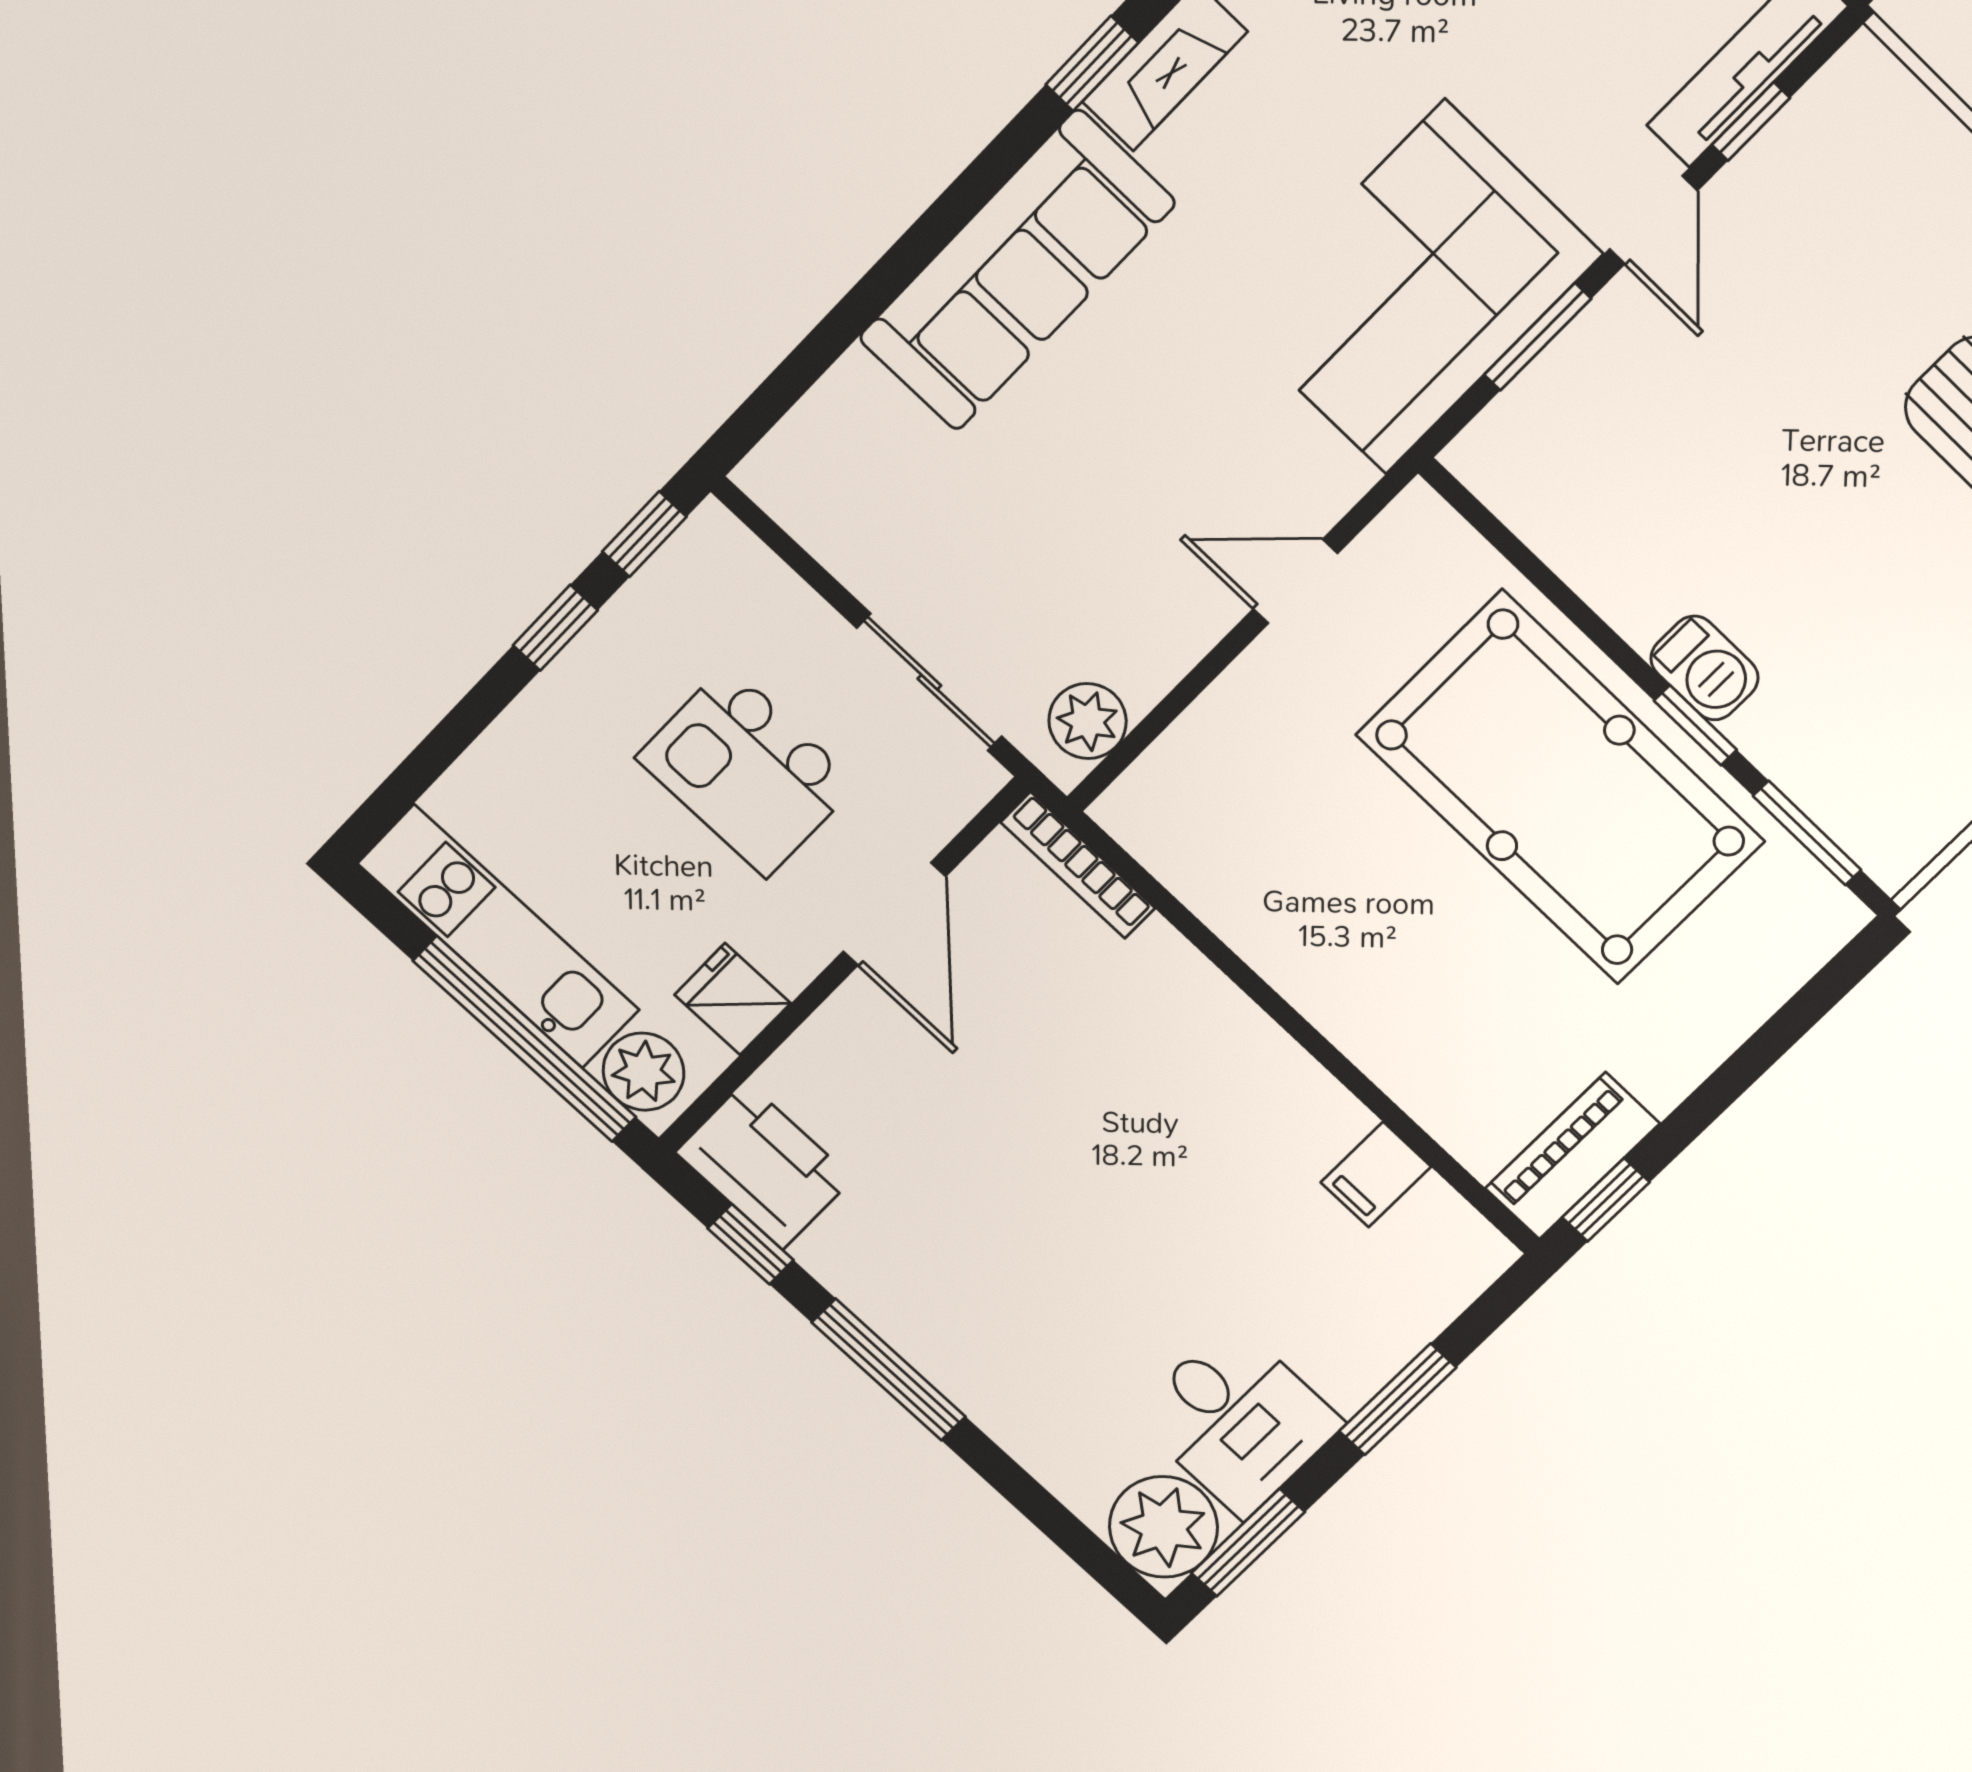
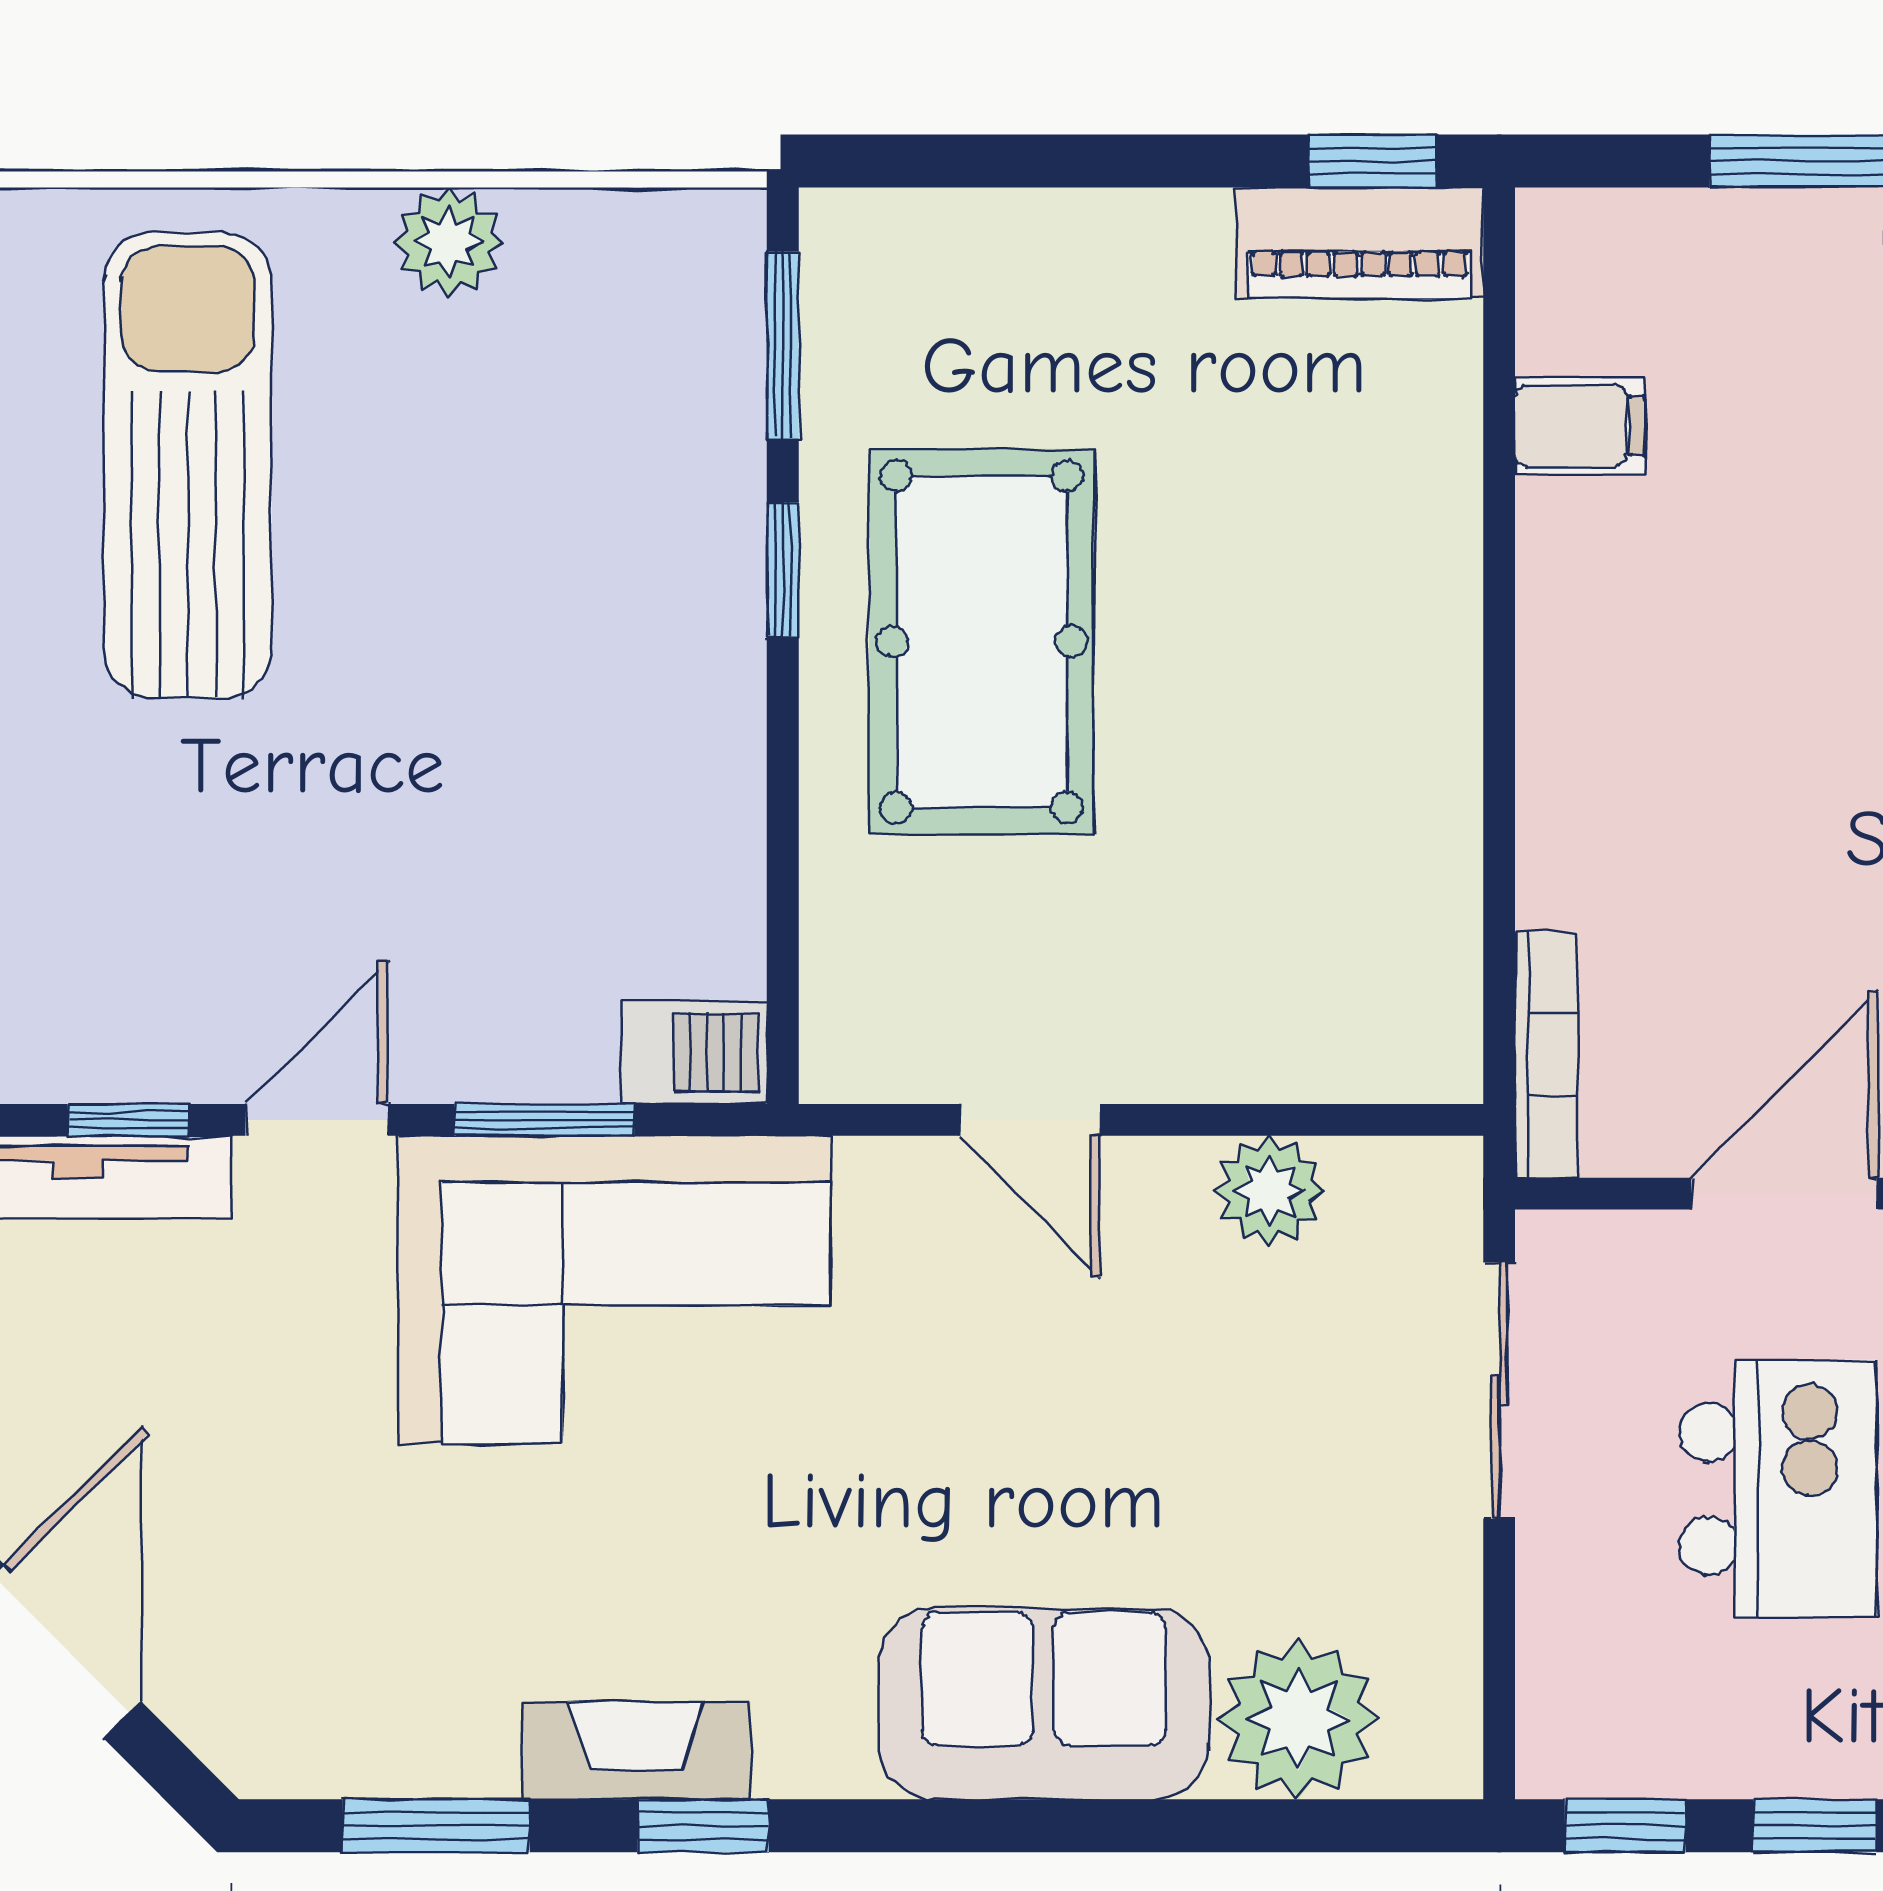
sofa: (1017, 271) -> (1044, 1704), width x0.73
plant: (856, 423) -> (1298, 1719), added
barbecue: (1704, 668) -> (694, 1052), moved, turned 90
plant: (1088, 721) -> (1269, 1191), moved
pool table: (1560, 788) -> (982, 642), width x0.73, depth x0.76

